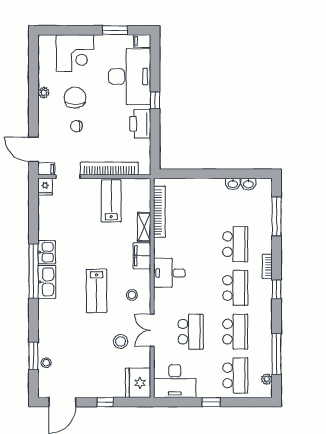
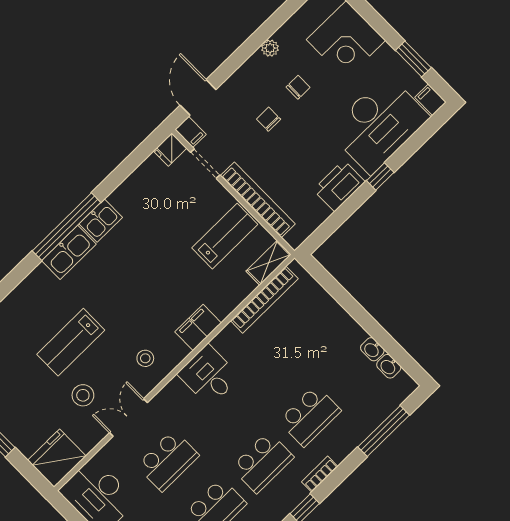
chair: (75, 98) -> (298, 87), width x0.54, depth x0.54
shelving: (144, 227) -> (269, 263), moved
lab bench: (97, 291) -> (71, 342), moved

